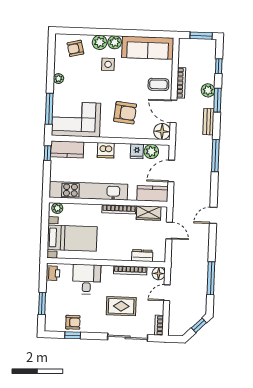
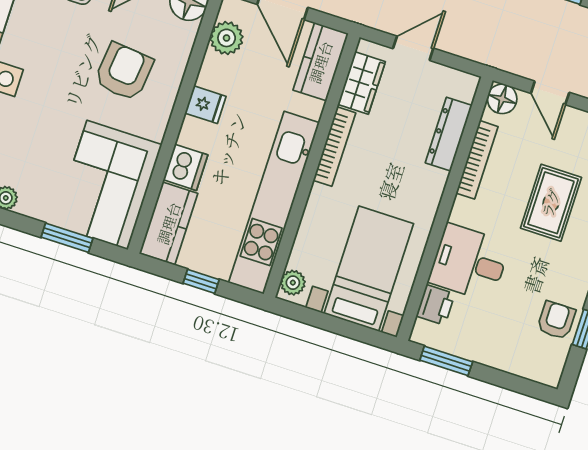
window: (49, 109) -> (67, 238), width x0.69
dishwasher: (106, 150) -> (185, 167), moved
fridge: (137, 151) -> (205, 105), moved
window: (48, 153) -> (201, 281), moved
dresser: (142, 256) -> (449, 134), width x1.44
printer: (53, 273) -> (436, 305), moved, turned 90
window: (42, 303) -> (446, 361), moved

